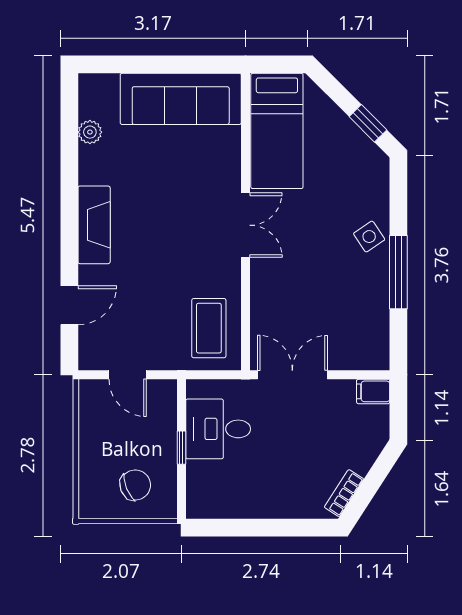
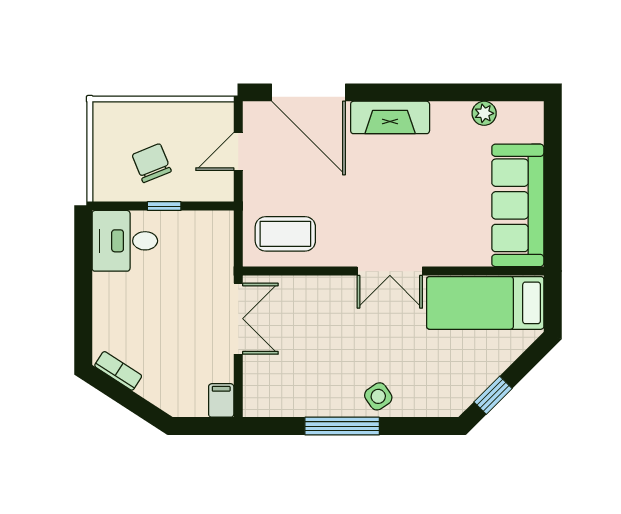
door: (69, 305) -> (308, 92), width x1.87
desk: (218, 429) -> (125, 241), moved, turned -90
chair: (135, 485) -> (152, 163), moved, turned 180

